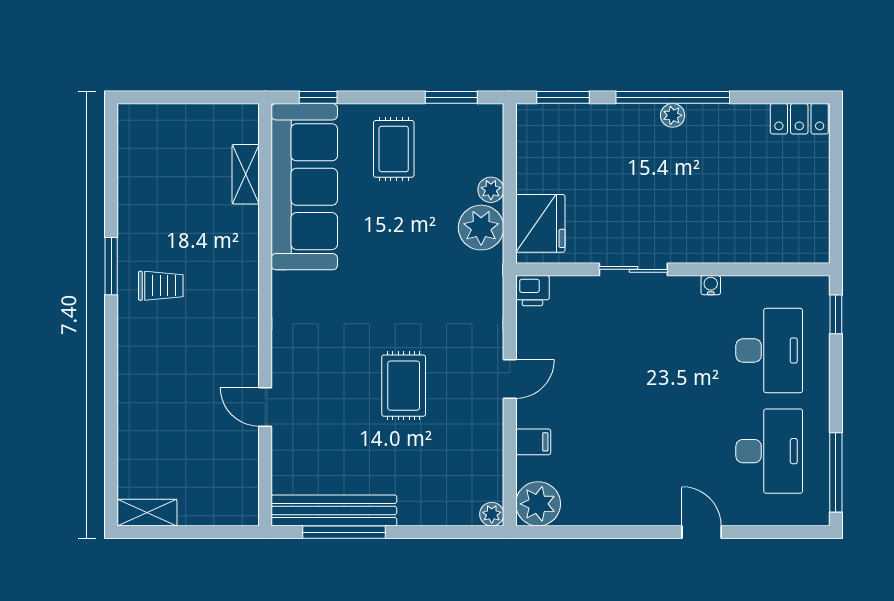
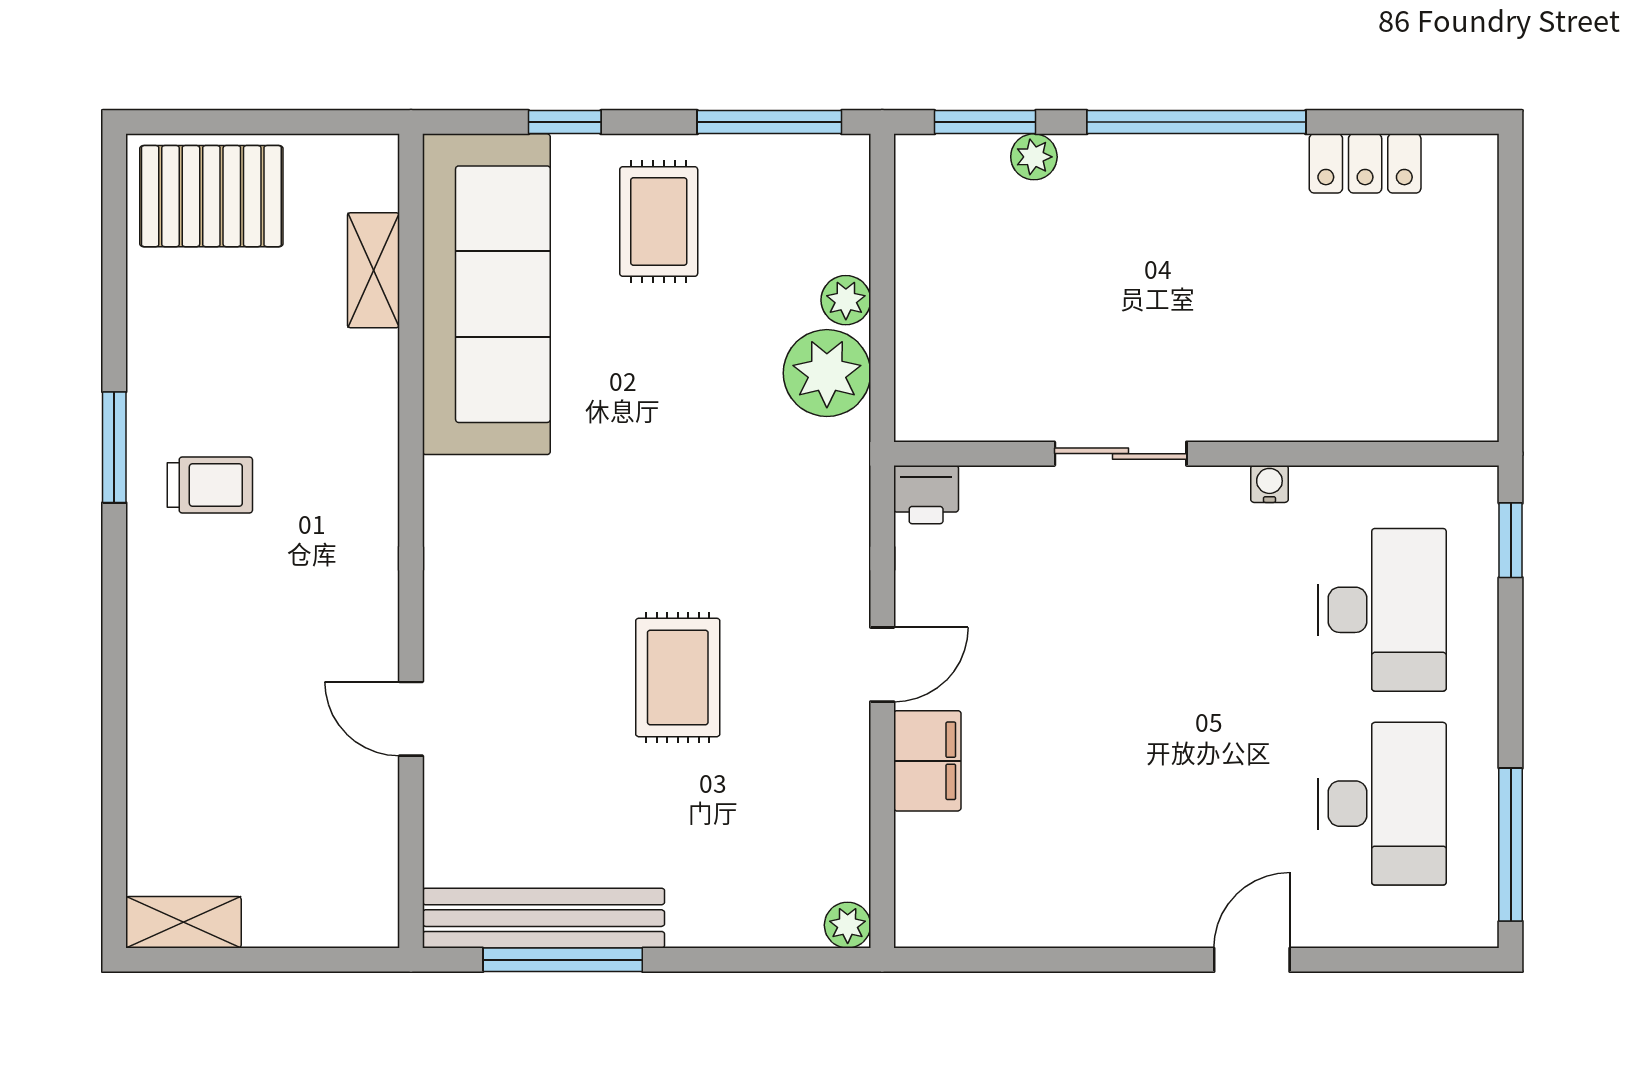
window: (318, 97) -> (565, 122), moved
window: (451, 97) -> (769, 122), width x1.44
plant: (673, 115) -> (1034, 157), moved
locker: (799, 119) -> (1365, 163), moved
pallet: (162, 136) -> (211, 196), added
fridge: (540, 223) -> (941, 365), removed
filing cabinet: (533, 442) -> (927, 761), width x2.00
plant: (538, 504) -> (937, 905), removed
door: (702, 532) -> (1252, 960), hinge flipped

